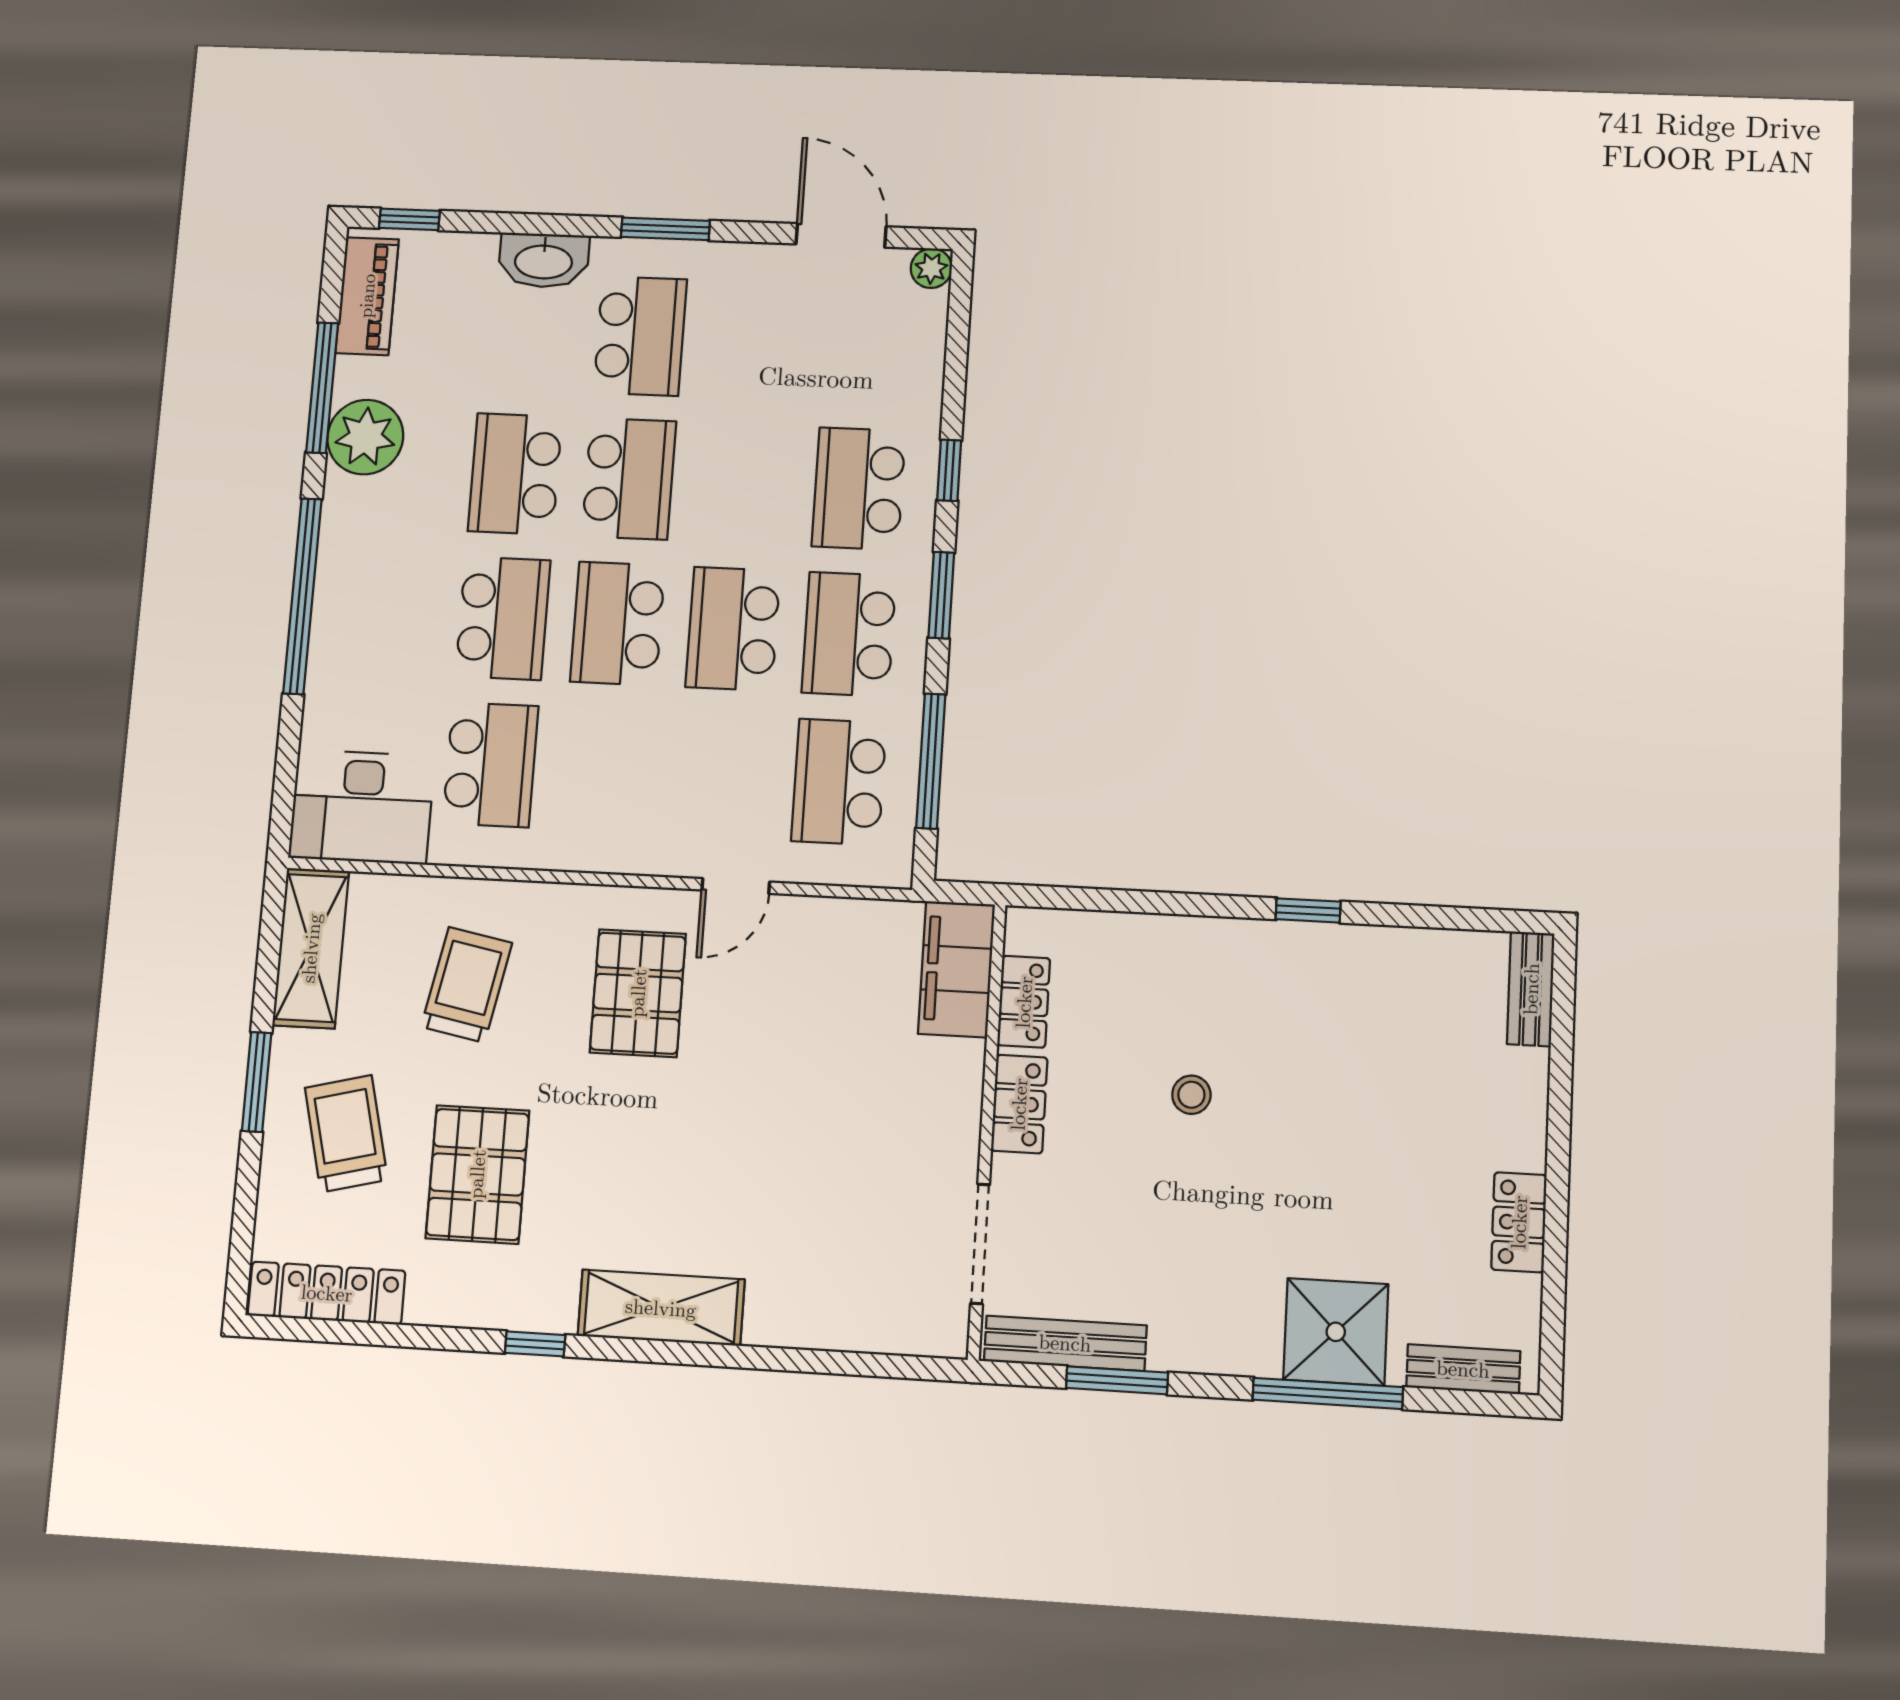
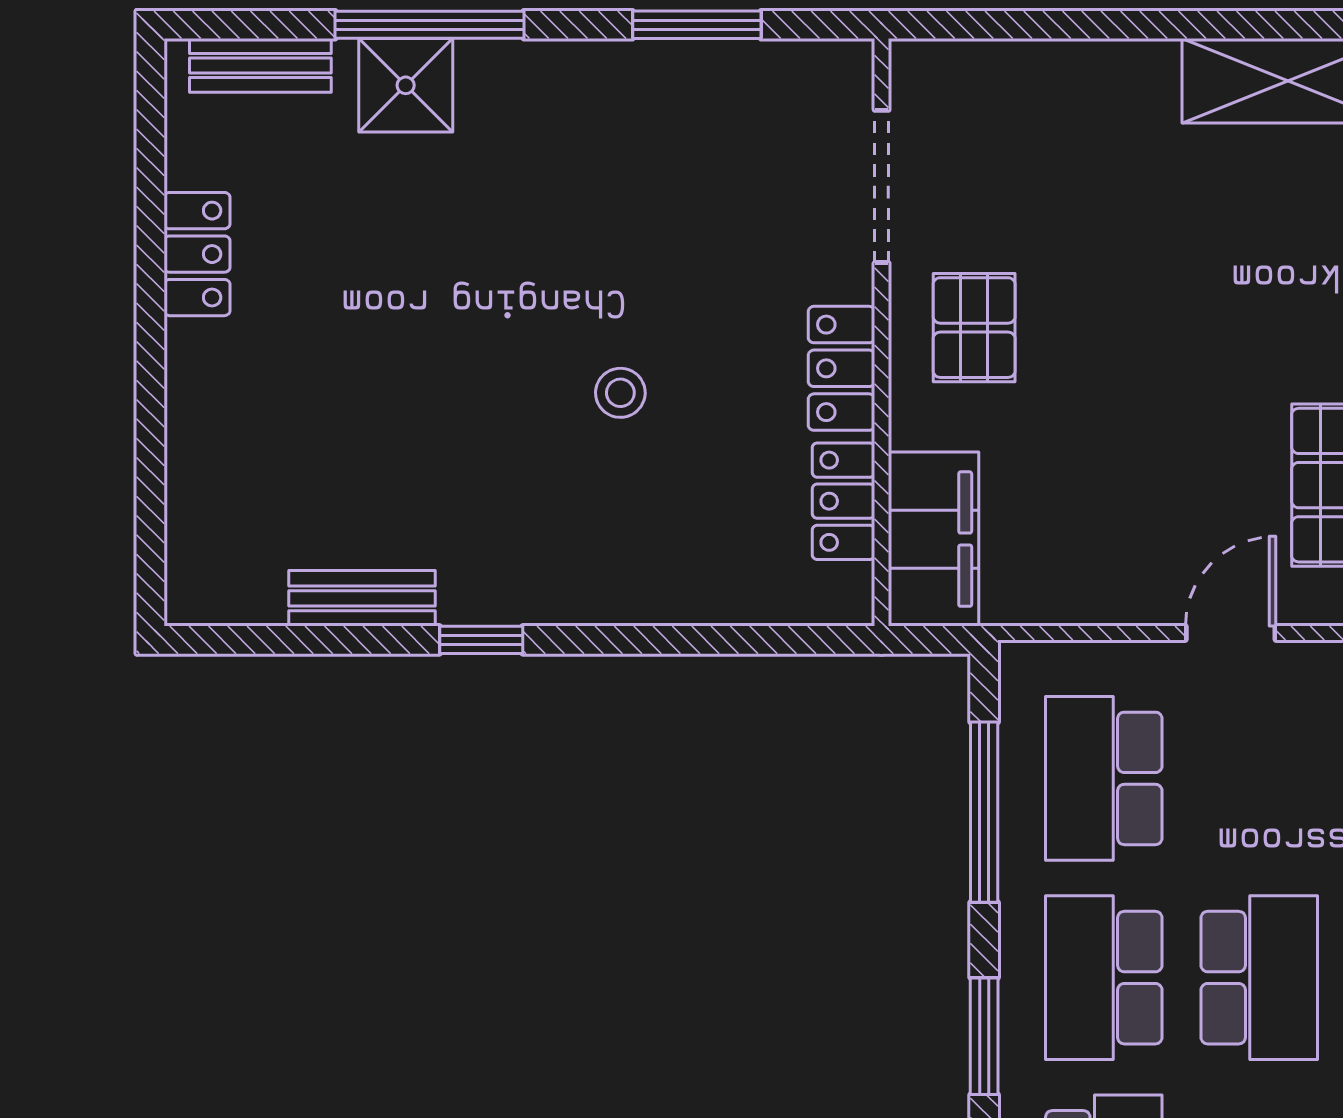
school desk: (849, 634) -> (1104, 978), turned 180
school desk: (839, 782) -> (1104, 778), turned 180
bench: (1531, 989) -> (362, 598), moved, turned 90
pallet: (915, 1130) -> (974, 328), added
shower: (1336, 1332) -> (406, 85), width x0.73, depth x0.73
bench: (1065, 1343) -> (765, 67), removed

